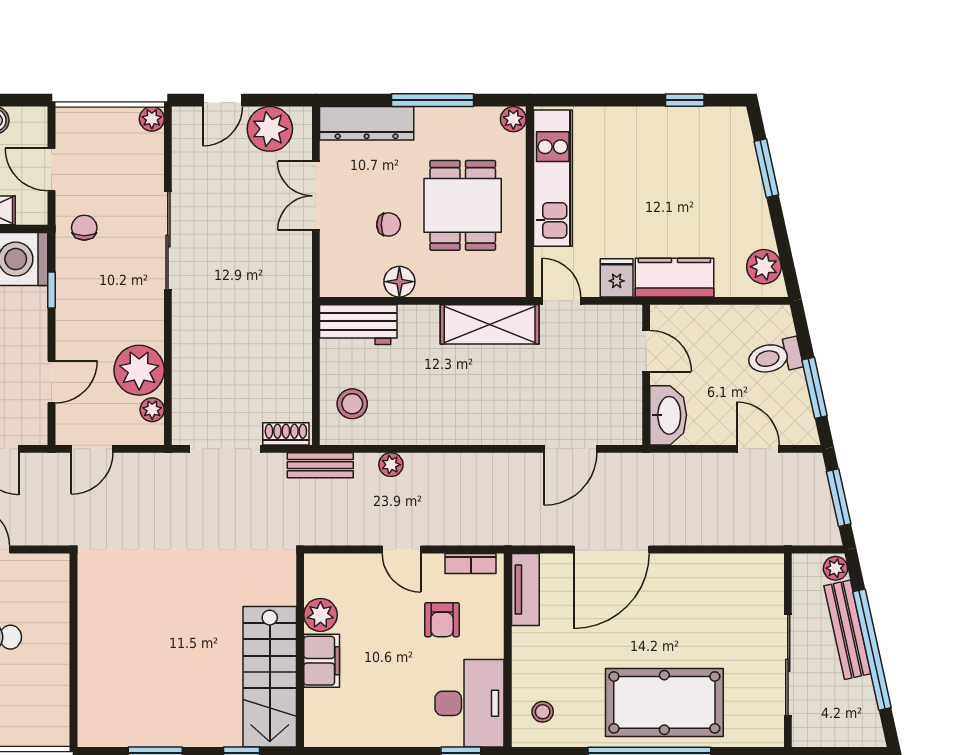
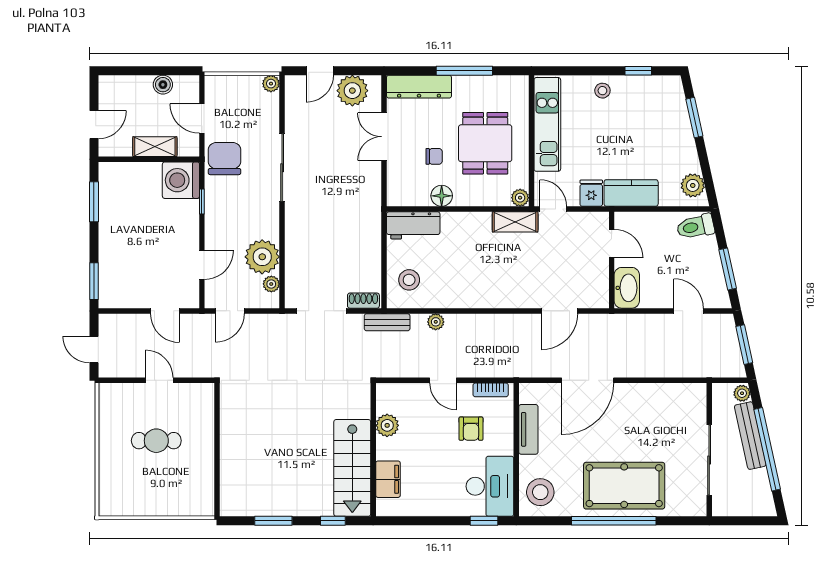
plant: (513, 119) -> (520, 198), moved
stool: (633, 129) -> (602, 91), added
chair: (84, 228) -> (224, 159), width x1.87, depth x1.87
shelving: (490, 324) -> (515, 222), width x0.67, depth x0.75
toilet: (775, 357) -> (696, 227), moved
tv unit: (525, 590) -> (528, 429), moved
filing cabinet: (322, 661) -> (388, 479), moved
stool: (543, 712) -> (540, 492), width x1.89, depth x1.89

